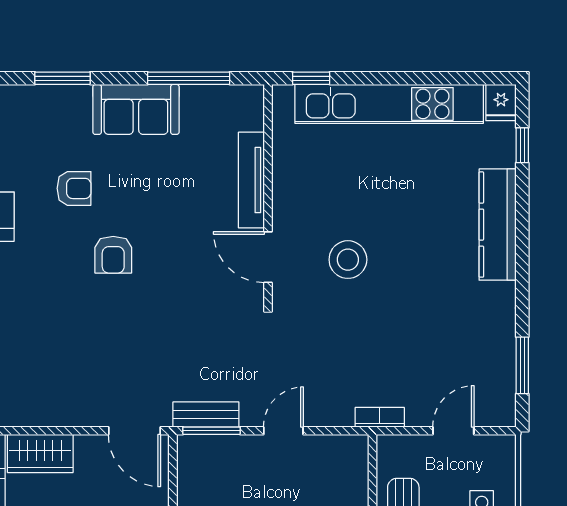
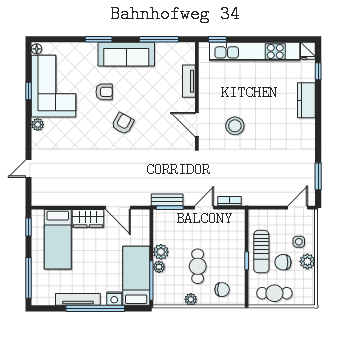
sofa: (136, 109) -> (126, 54), width x1.36
tv unit: (251, 180) -> (189, 81), width x0.71
kitchen counter: (498, 225) -> (306, 100), width x0.67
armchair: (113, 255) -> (123, 123), turned -151
bookcase: (380, 417) -> (230, 201), moved
door: (134, 431) -> (118, 208), moved
door: (453, 431) -> (298, 208), moved

